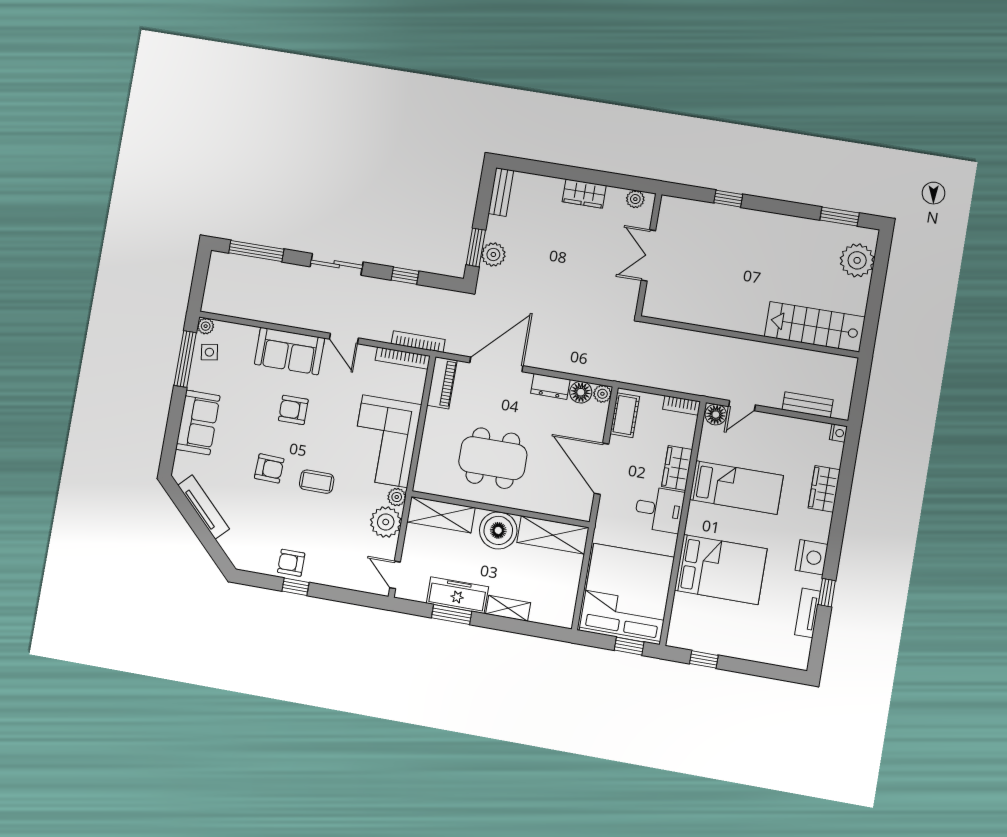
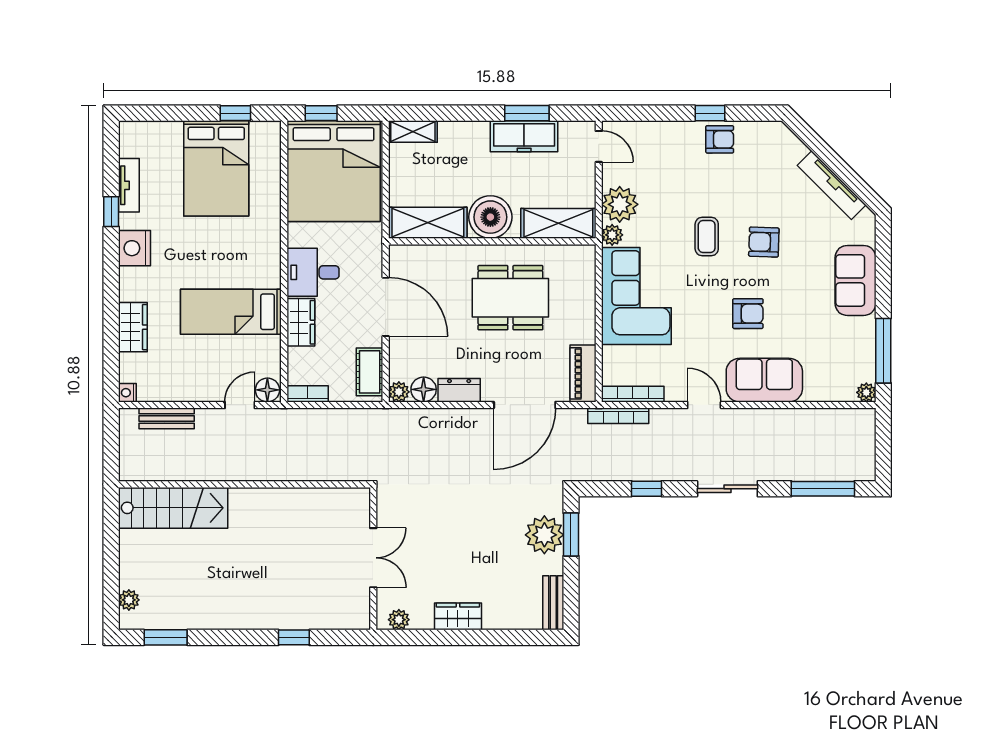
plant: (493, 254) -> (544, 535), width x1.36, depth x1.36
plant: (857, 260) -> (129, 600), width x0.53, depth x0.53
side table: (209, 352) -> (857, 363), removed
coffee table: (317, 482) -> (707, 236), turned 90
bed: (721, 570) -> (216, 168), moved, turned -90
shelving: (508, 608) -> (413, 131), moved

